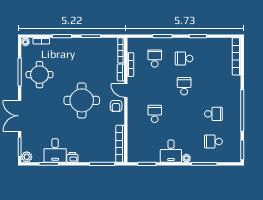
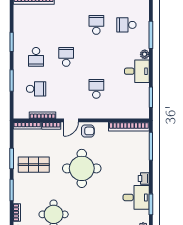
shop shelf: (85, 56) -> (34, 165), added
school desk: (155, 59) -> (36, 89), turned 180
school desk: (184, 86) -> (66, 57), turned 90
school desk: (155, 114) -> (96, 89), turned 90
school desk: (213, 141) -> (126, 25), turned 90

